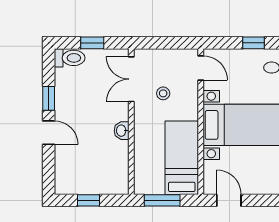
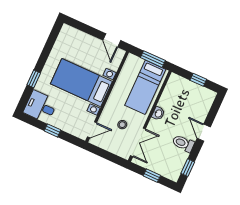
toilet: (70, 58) -> (183, 143), moved
door: (201, 68) -> (92, 130), swing flipped
window: (49, 98) -> (188, 168), moved
bed: (182, 158) -> (145, 87), moved

